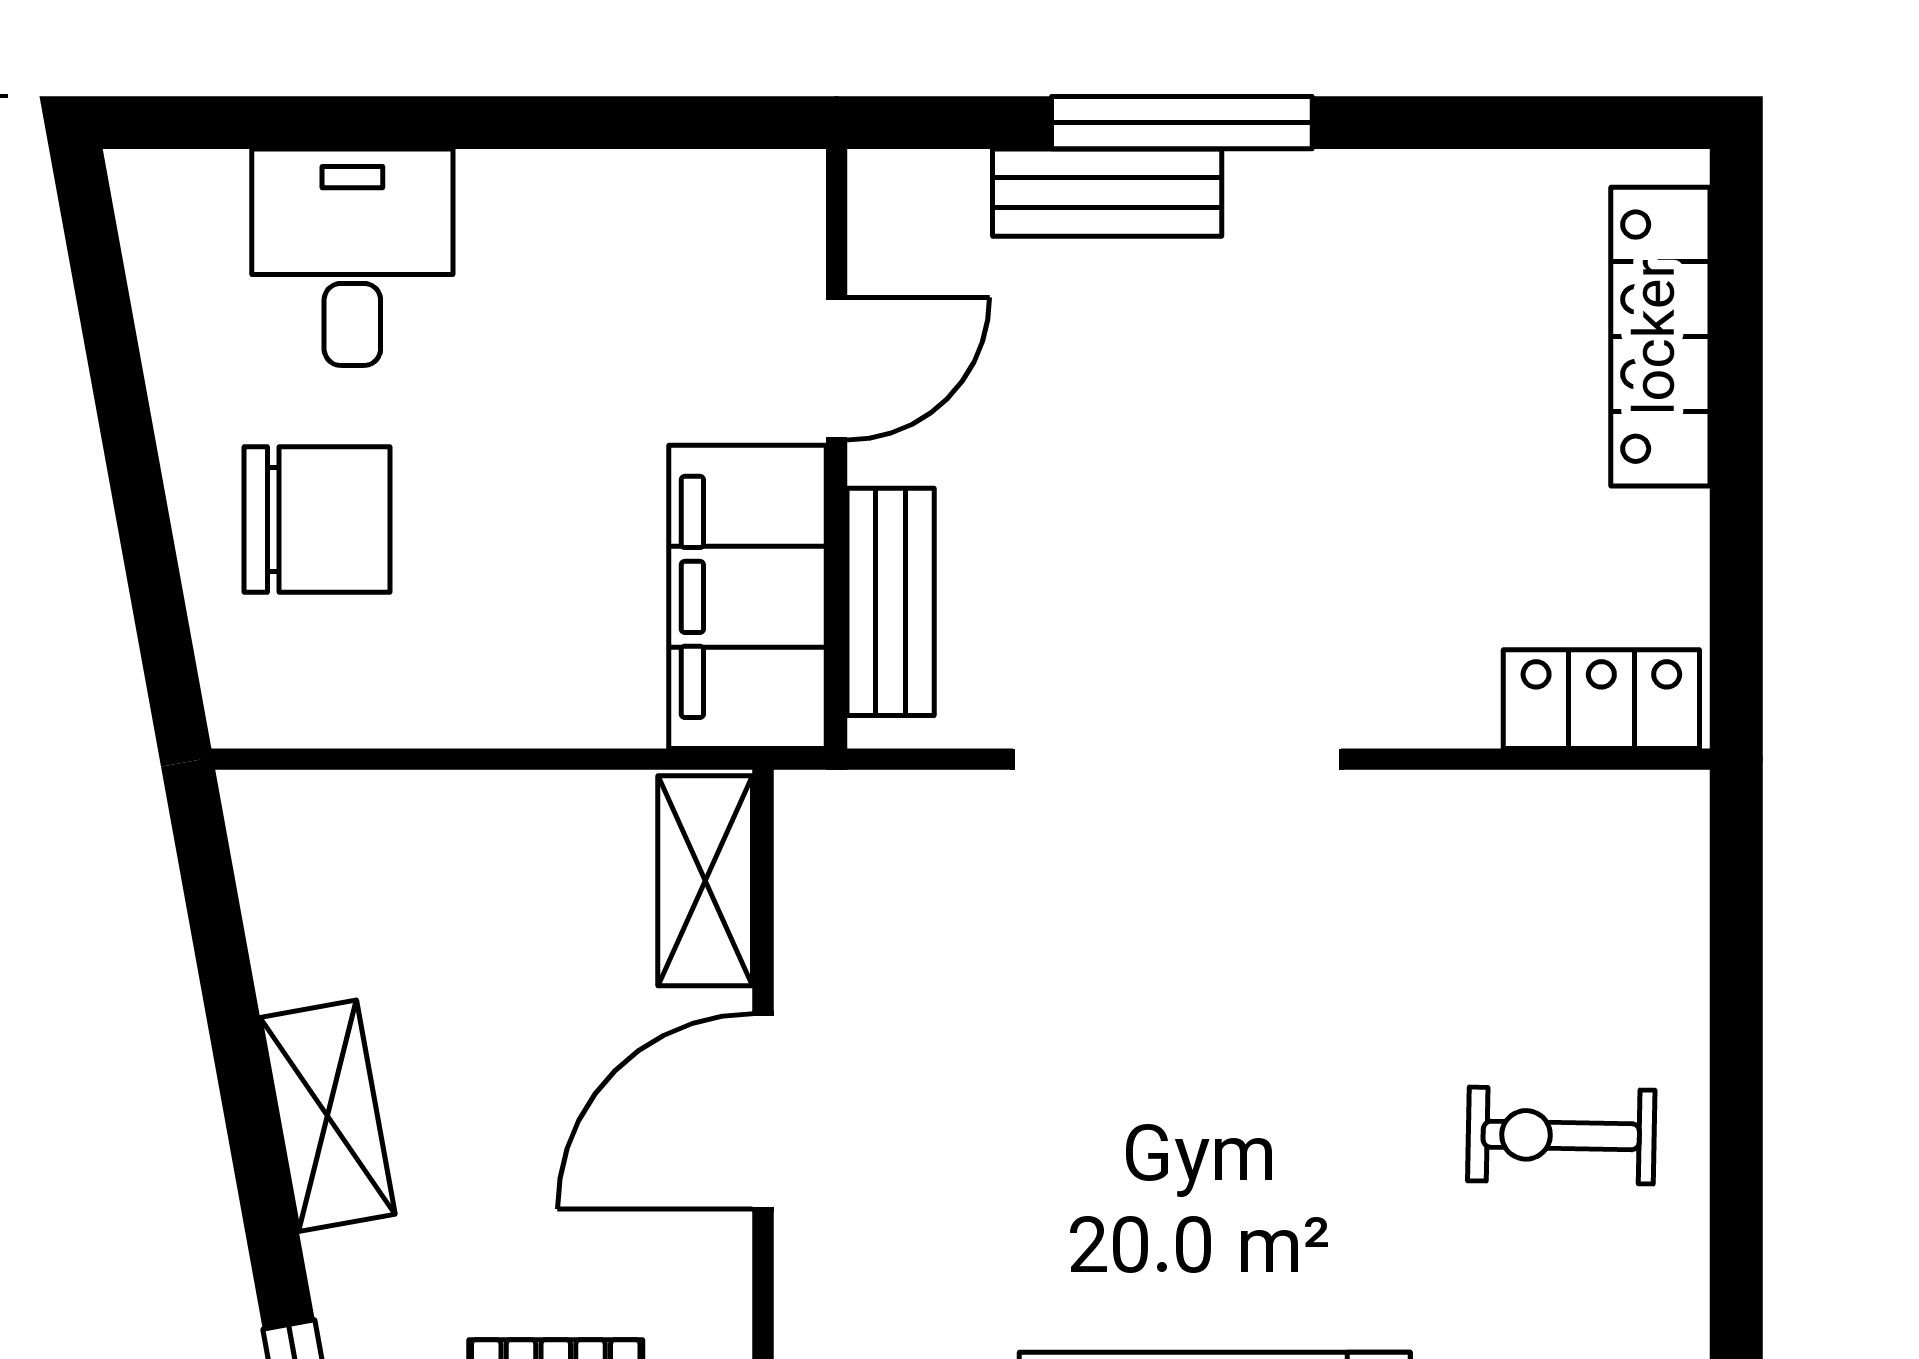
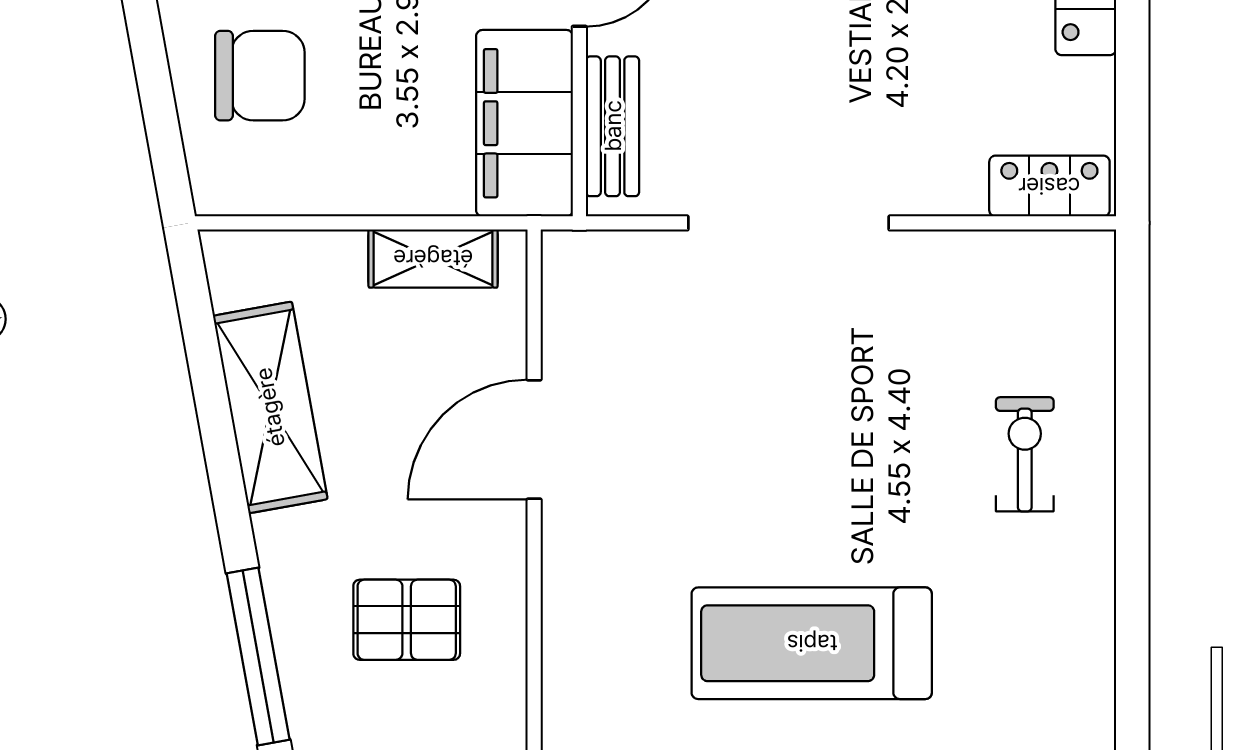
shelving: (705, 881) -> (433, 258), moved, turned 90
shelving: (327, 1116) -> (270, 407), width x1.50, depth x1.33
exercise bike: (1561, 1135) -> (1025, 454), turned 89

